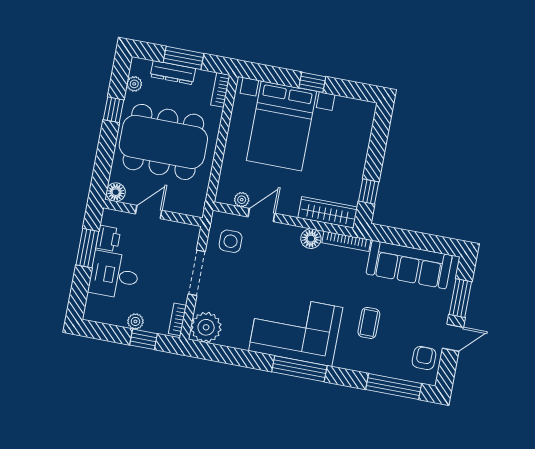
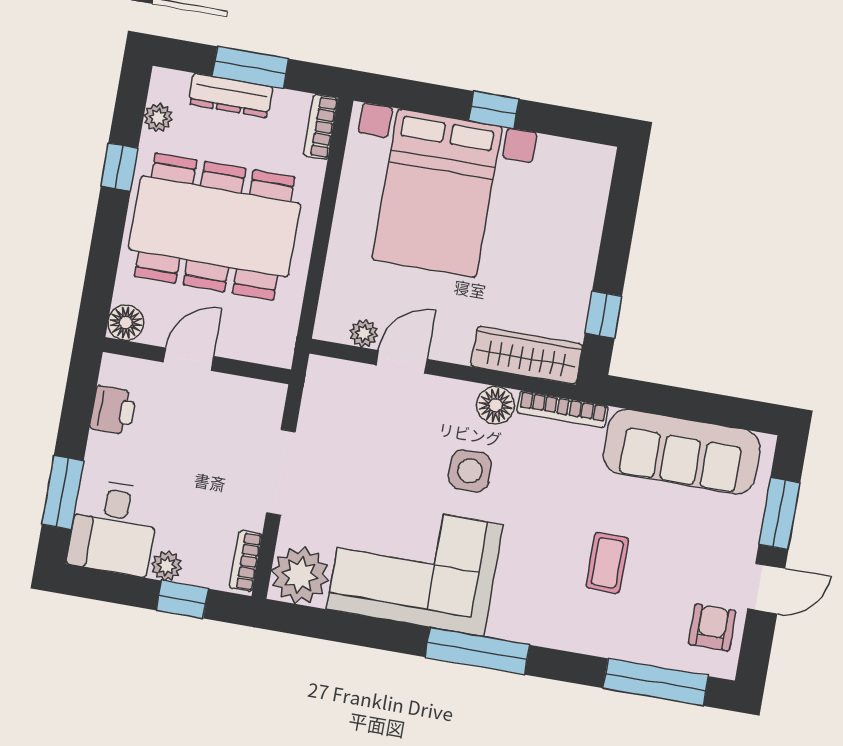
side table: (231, 241) -> (470, 471), moved
window: (87, 248) -> (63, 493), moved
desk: (114, 275) -> (113, 527), moved, turned -90
corner sofa: (296, 329) -> (415, 567), moved

